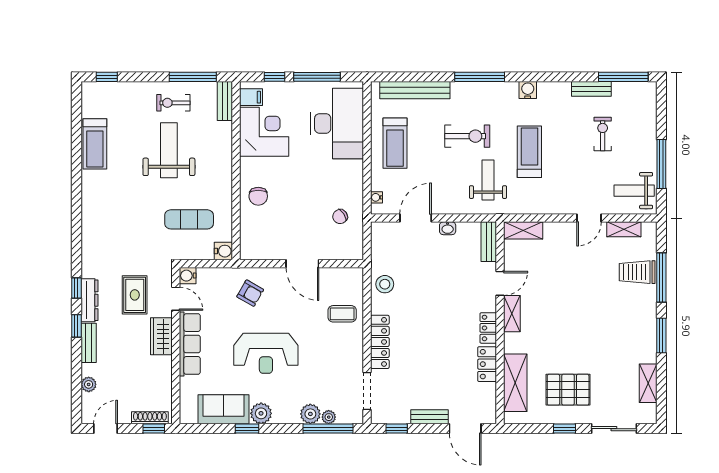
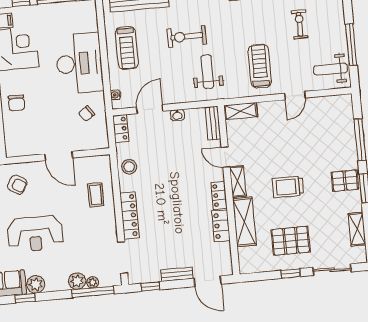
desk: (337, 123) -> (79, 63), moved
exercise bike: (467, 136) -> (187, 37), turned 180
treadmill: (529, 152) -> (260, 66), moved
shelving: (624, 229) -> (325, 102), removed
locker: (379, 238) -> (121, 129), added
trolley: (637, 272) -> (288, 187), moved
door: (500, 283) -> (226, 157), swing flipped
coffee table: (342, 314) -> (96, 195), turned 90
pallet: (639, 324) -> (345, 181), added
shelving: (515, 383) -> (244, 222), moved

